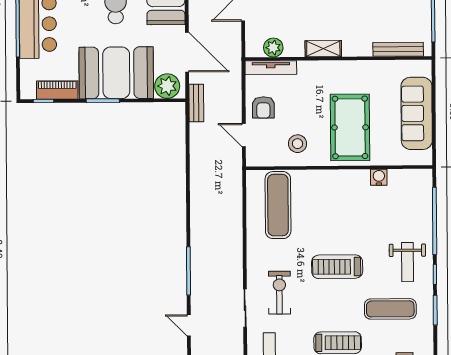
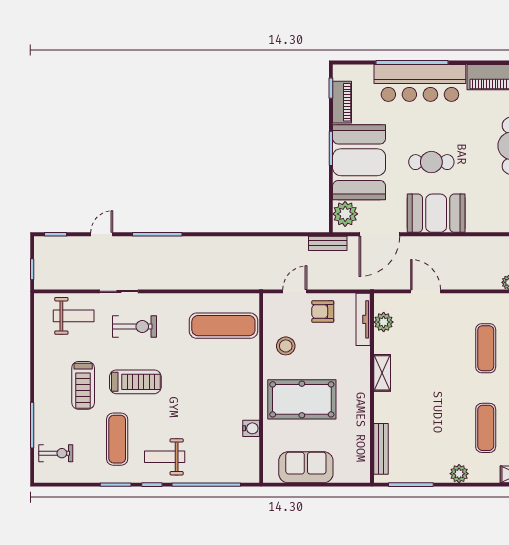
sofa: (417, 113) -> (306, 467), width x0.73
treadmill: (337, 267) -> (135, 382), moved, turned 90

